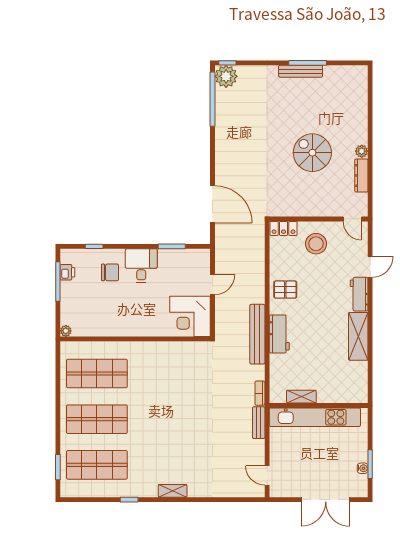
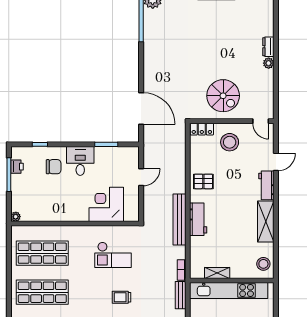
spiral stairs: (312, 153) -> (223, 96), moved, turned 180
dresser: (361, 175) -> (268, 47), moved, width x0.70
corner desk: (190, 316) -> (106, 204), moved, turned 90
checkout: (180, 376) -> (113, 255), added
stool: (356, 386) -> (263, 264), added
trolley: (190, 425) -> (121, 297), added

